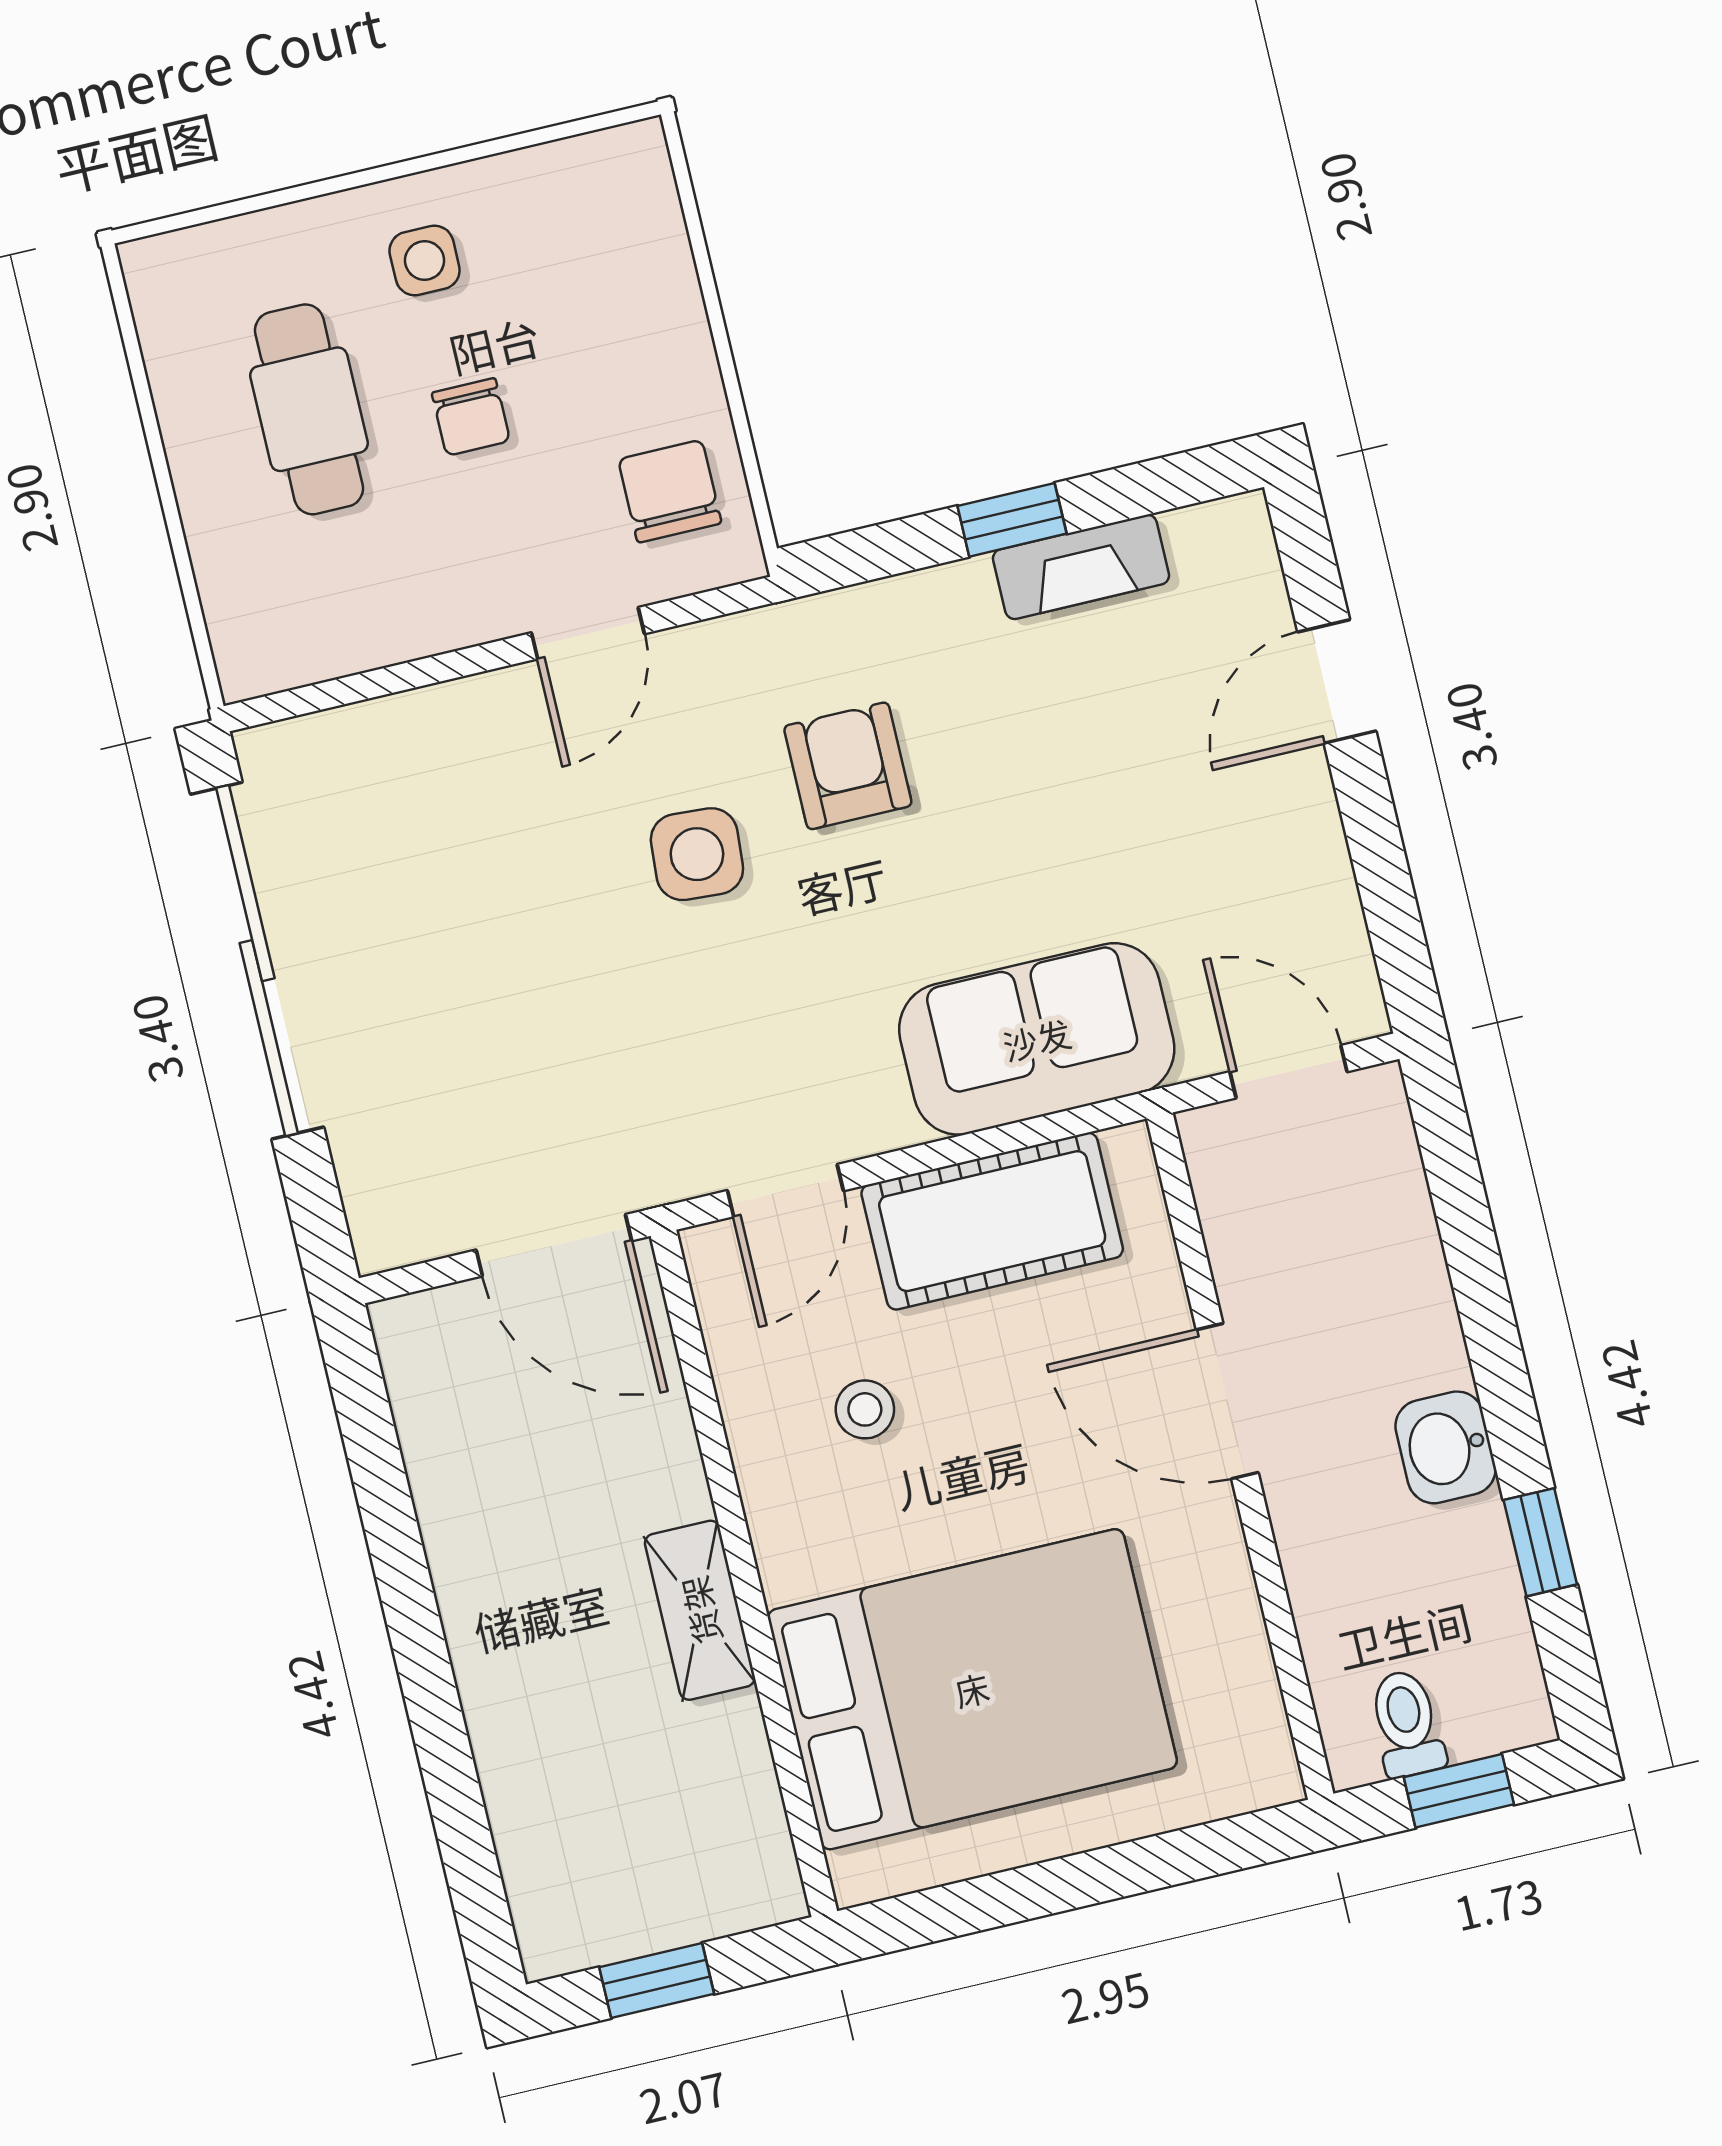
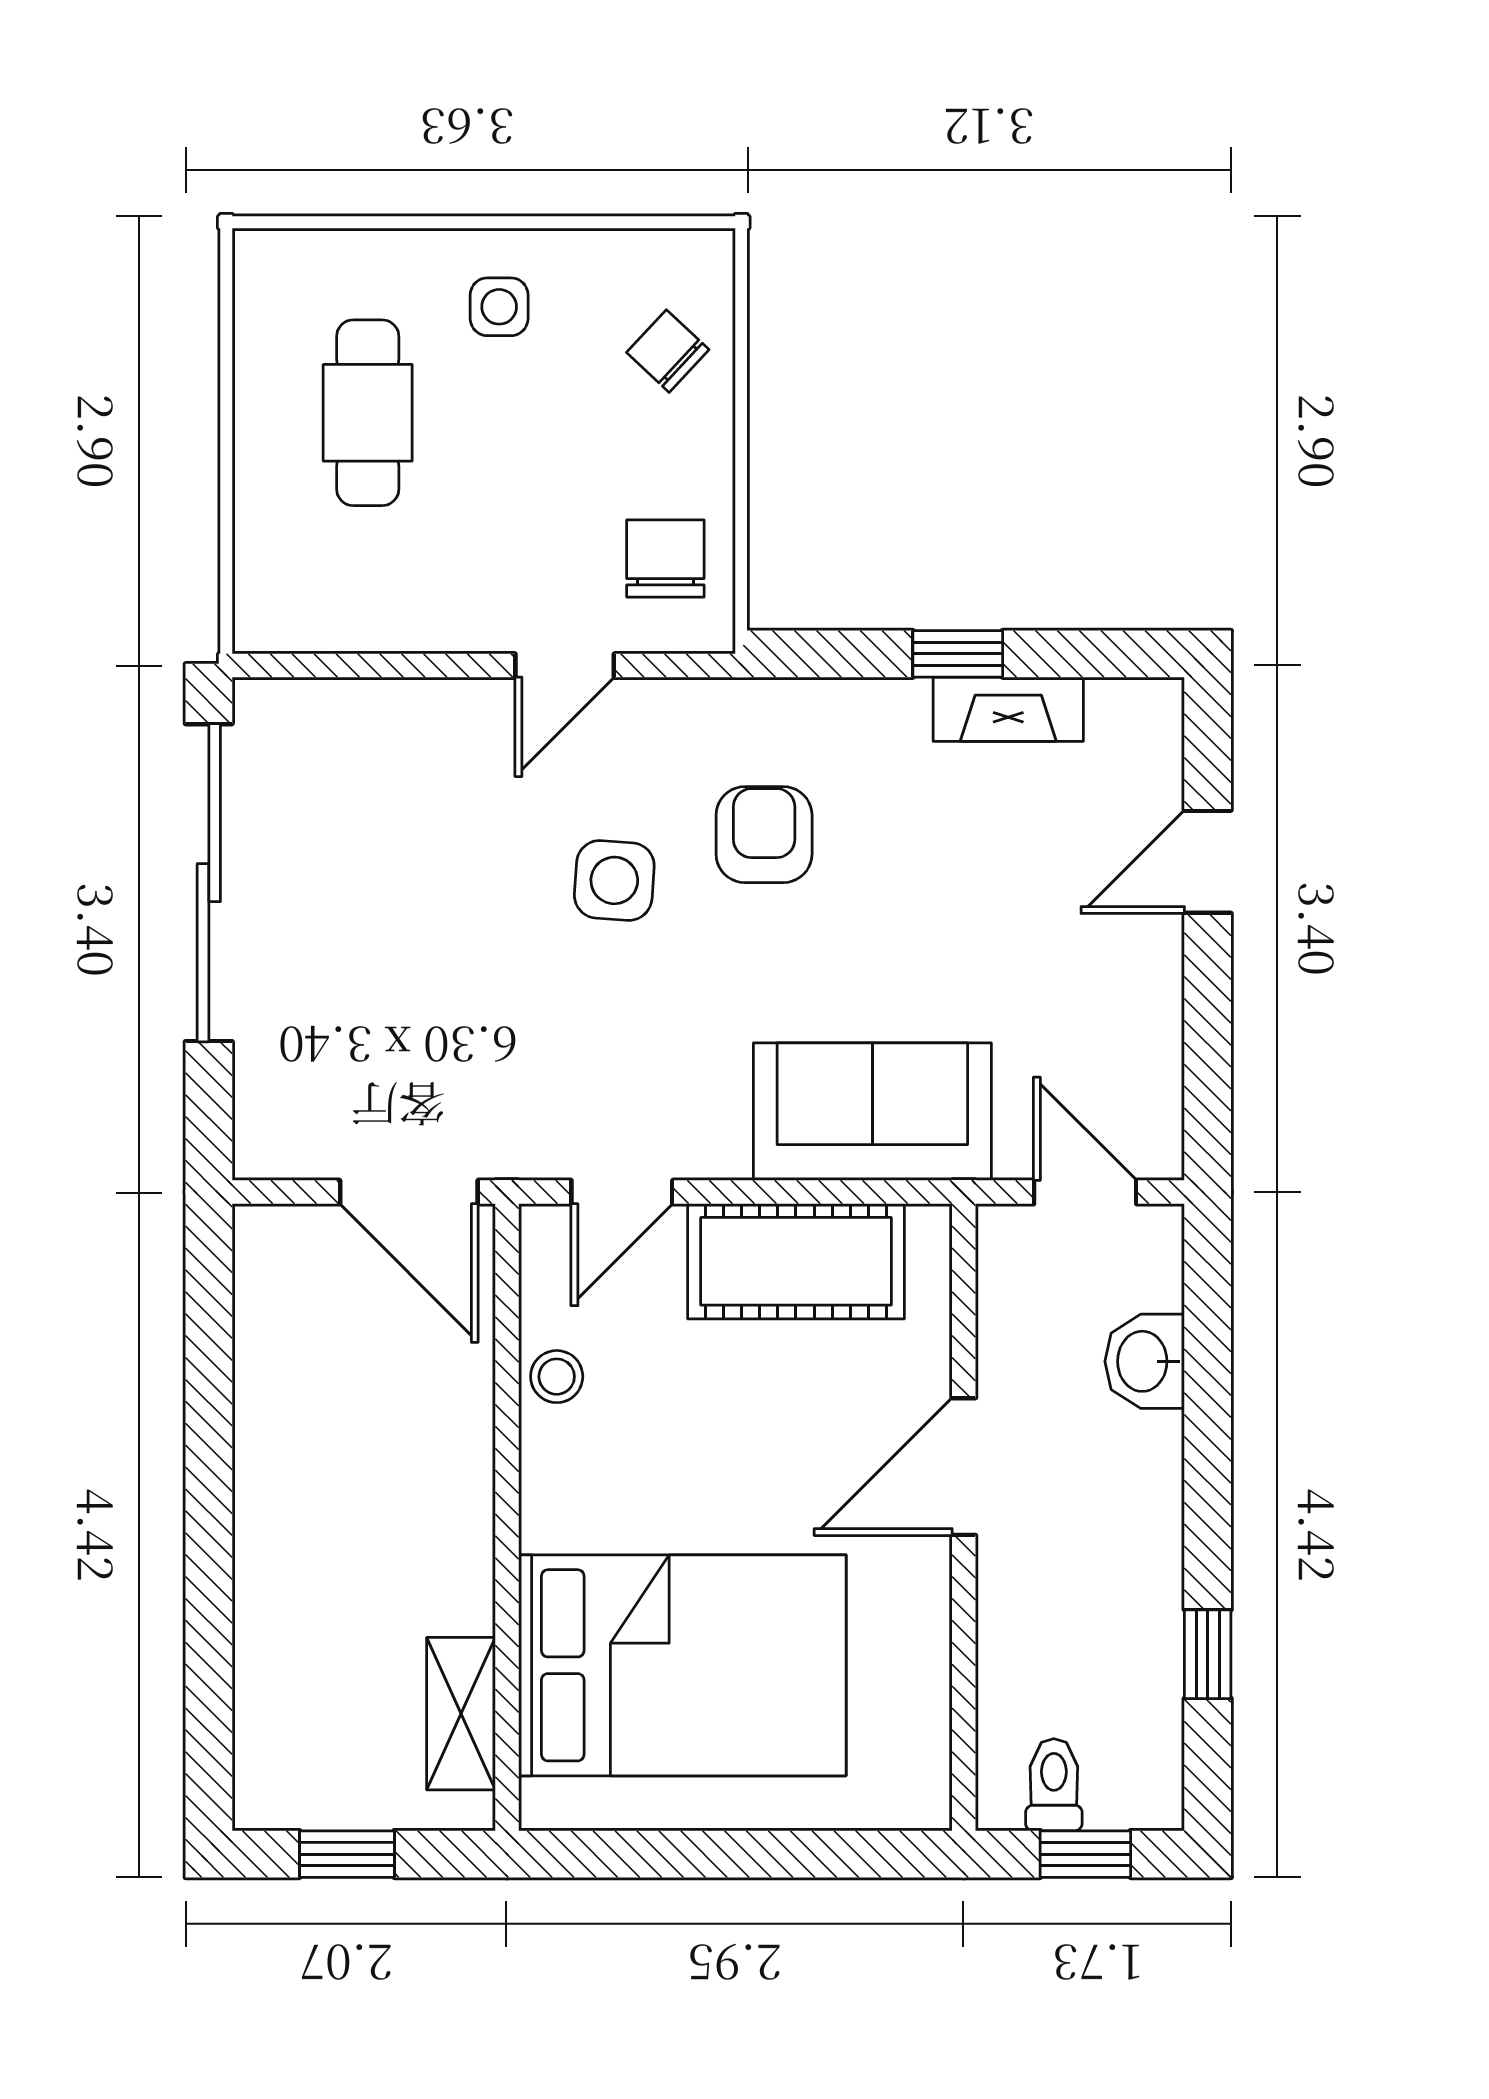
chair: (471, 417) -> (668, 351), moved, turned 133
door: (1227, 1401) -> (964, 1467), hinge flipped
stool: (865, 1409) -> (557, 1377), moved
washbasin: (1446, 1447) -> (1145, 1361), moved
shelving: (700, 1610) -> (461, 1714), moved

